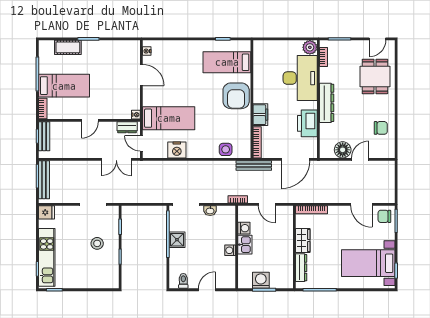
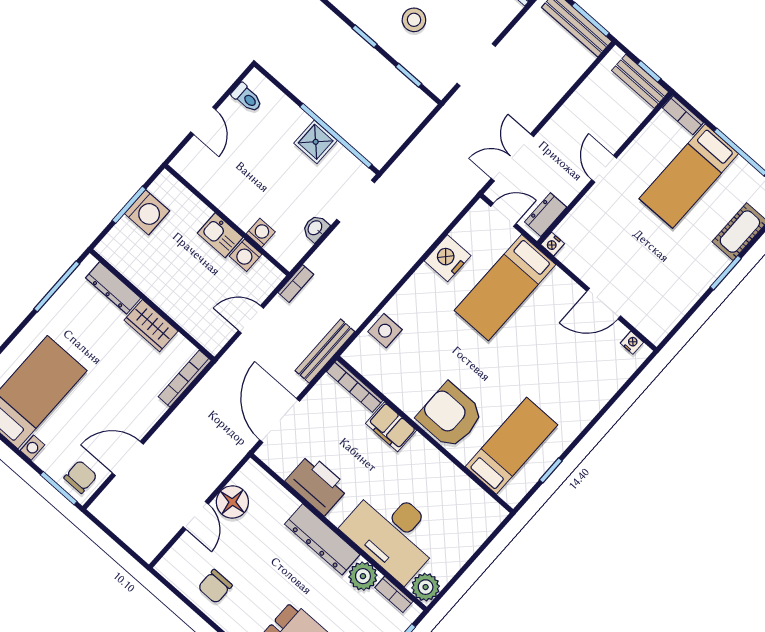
plant: (327, 75) -> (363, 576), added
washing machine: (230, 250) -> (261, 233), moved

